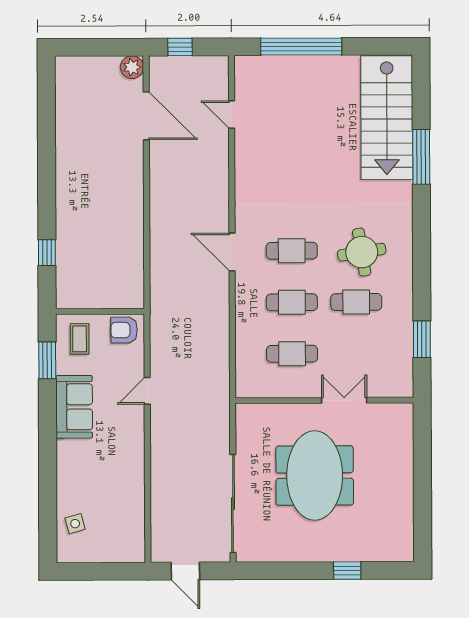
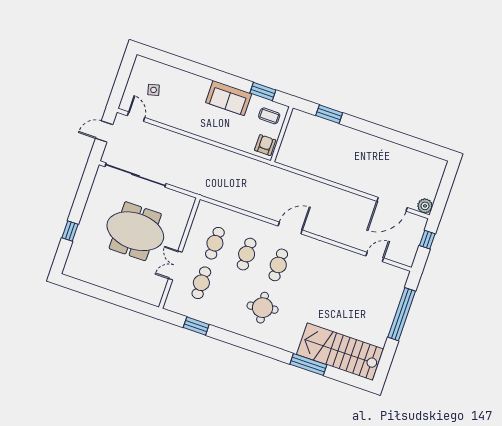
window: (47, 253) -> (329, 114), width x1.50
cafe table: (356, 302) -> (201, 283), moved
door: (147, 391) -> (136, 117), moved
double door: (344, 400) -> (175, 265), swing flipped
side table: (75, 524) -> (154, 90), moved

